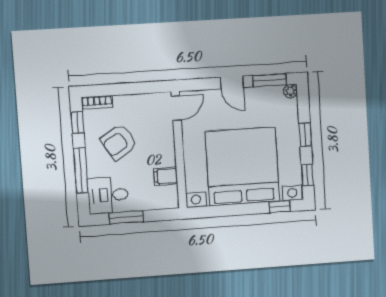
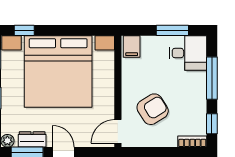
dresser: (265, 94) -> (32, 139), added
armchair: (119, 142) -> (153, 109), moved
filing cabinet: (166, 176) -> (132, 47), moved, turned 90

